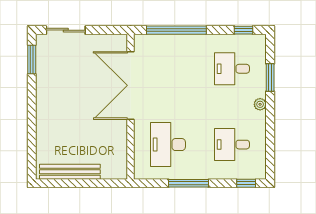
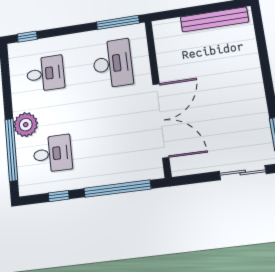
window: (244, 30) -> (59, 196), moved
window: (270, 77) -> (11, 150), width x2.11
plant: (260, 104) -> (26, 125), width x1.87, depth x1.87
window: (189, 183) -> (118, 22), moved

